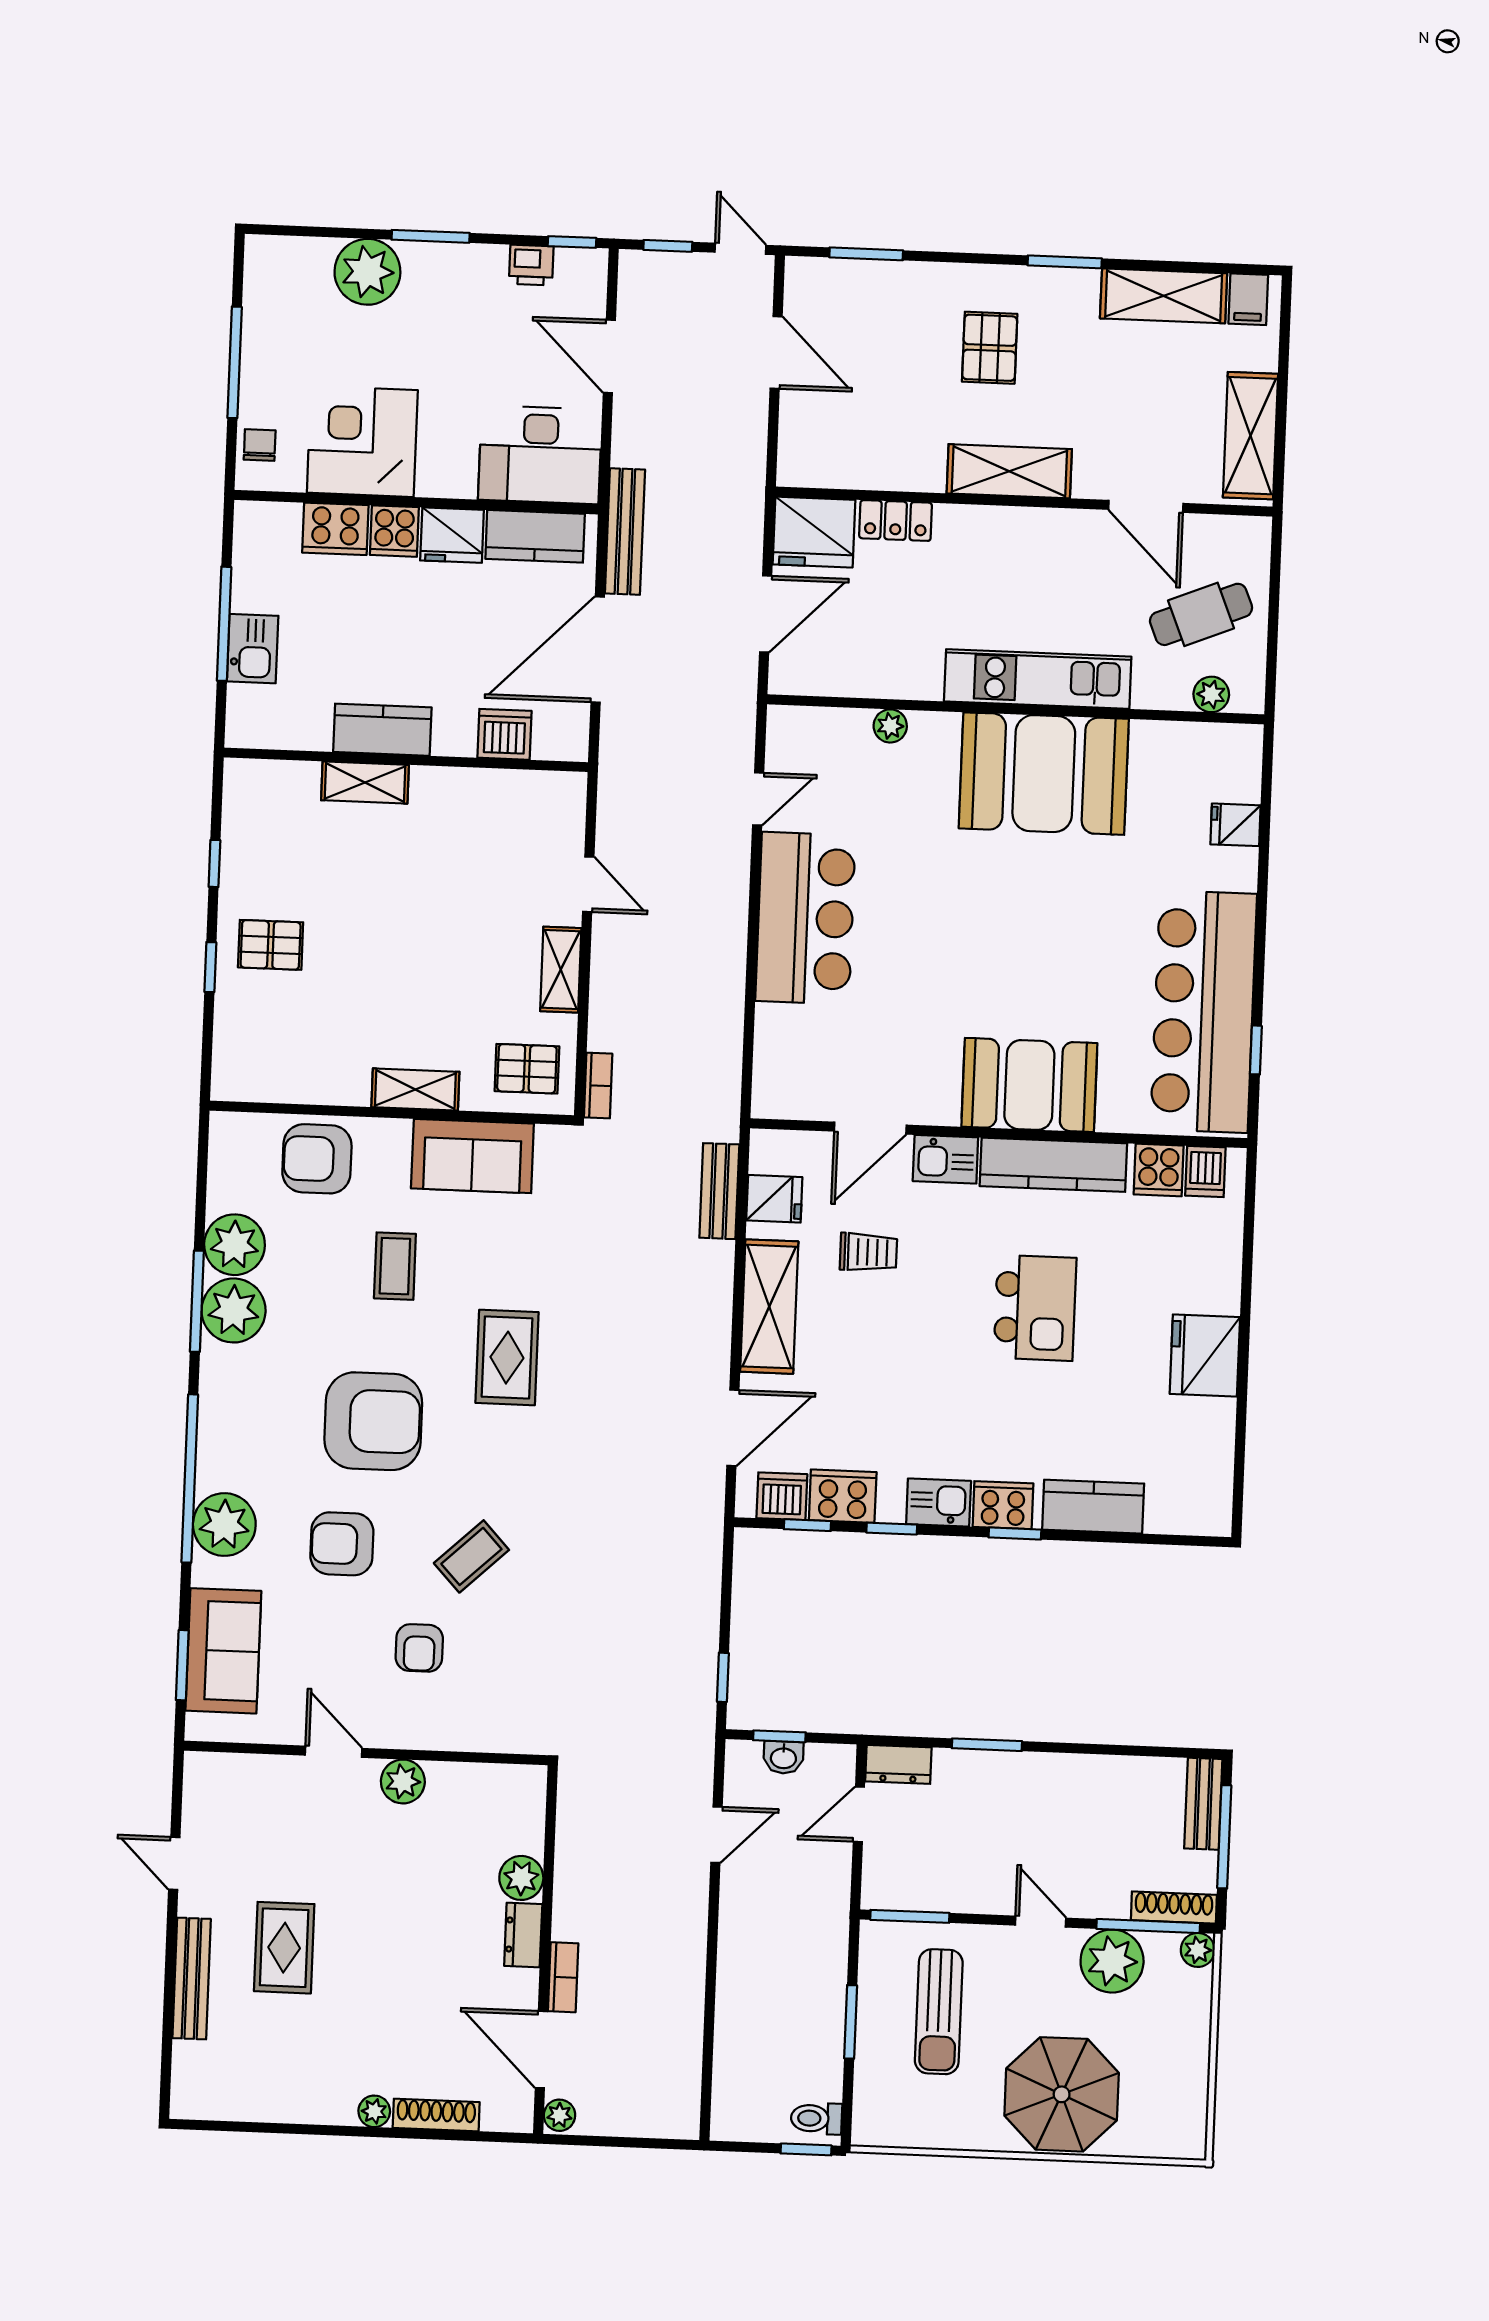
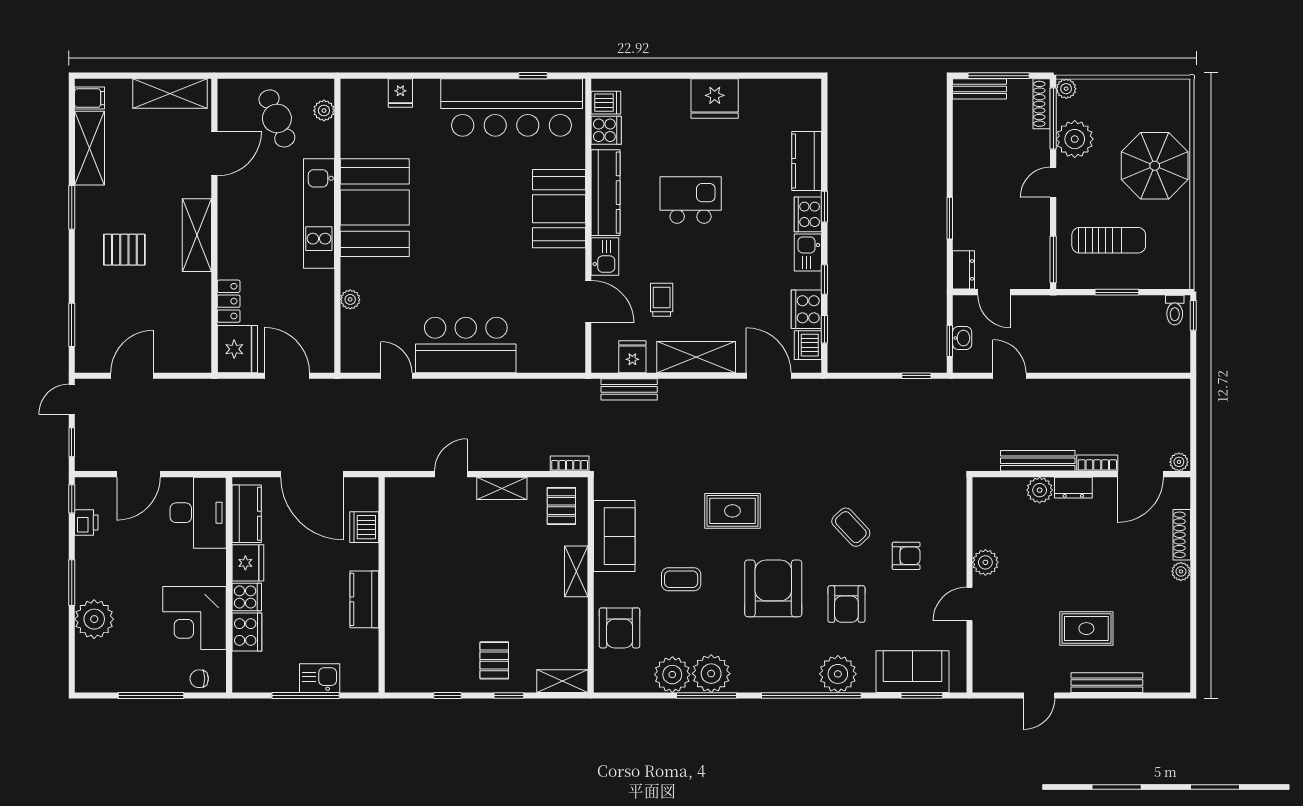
bench: (625, 532) -> (1038, 461), moved
shelving: (365, 783) -> (562, 681), moved, turned 90

